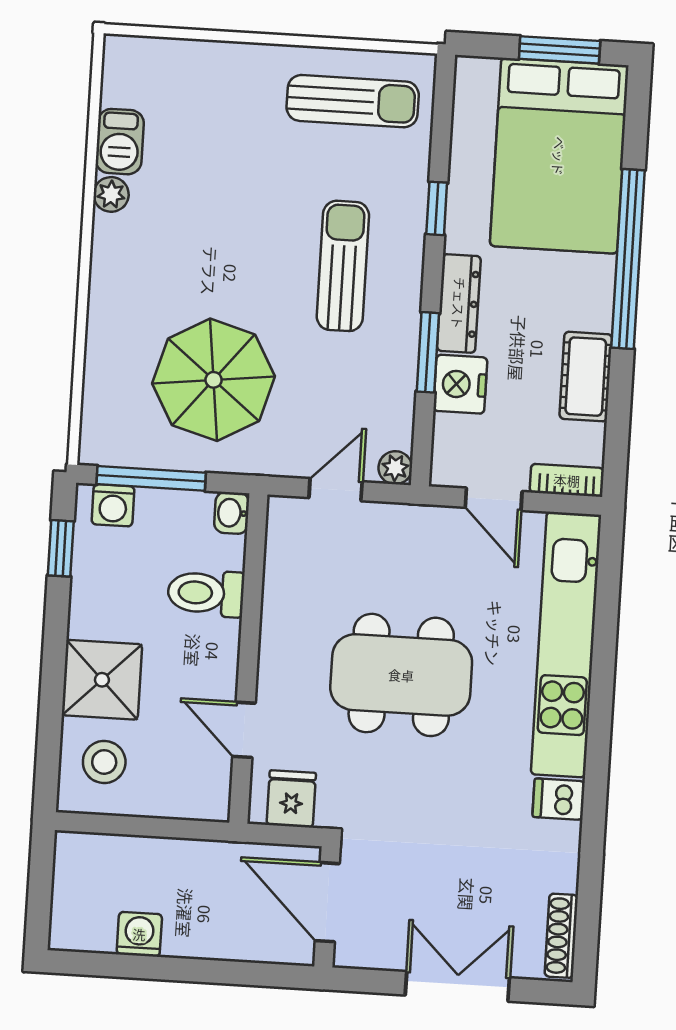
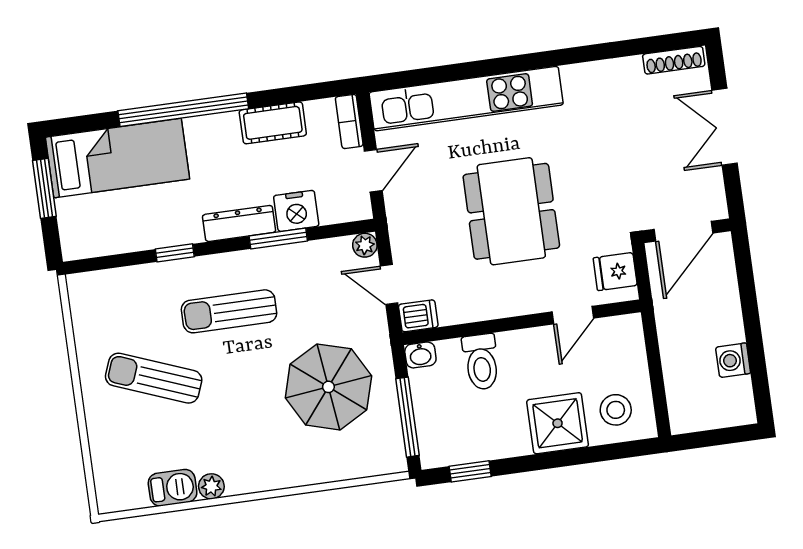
sun lounger: (353, 101) -> (154, 378), moved, turned -69
bed: (559, 156) -> (117, 158), width x0.67
washing machine: (113, 505) -> (432, 440), removed
dishwasher: (559, 799) -> (418, 316), moved, turned -90

